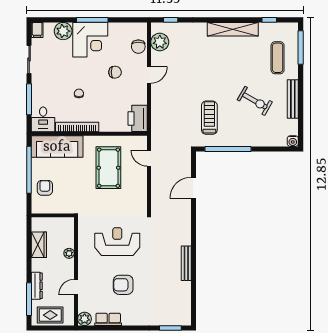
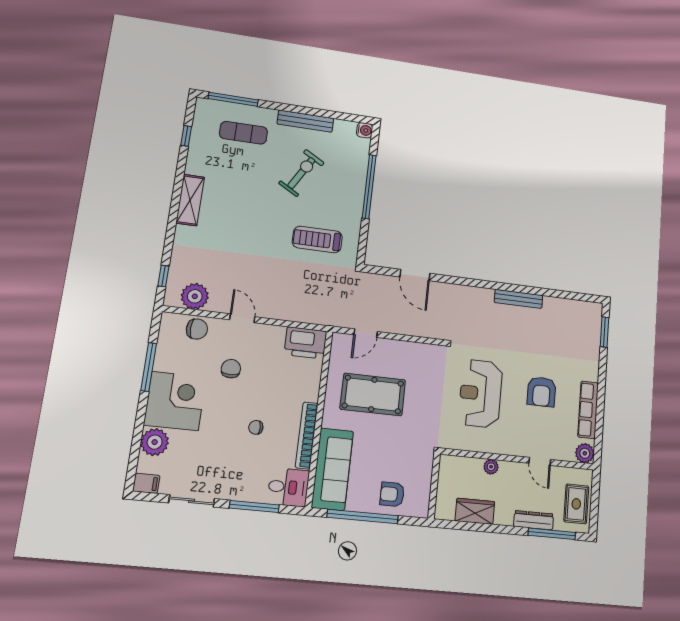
window: (92, 20) -> (149, 367), moved
shelving: (233, 29) -> (190, 200), width x0.68
window: (228, 149) -> (369, 187), moved
row of seats: (108, 319) -> (588, 410), width x1.48

